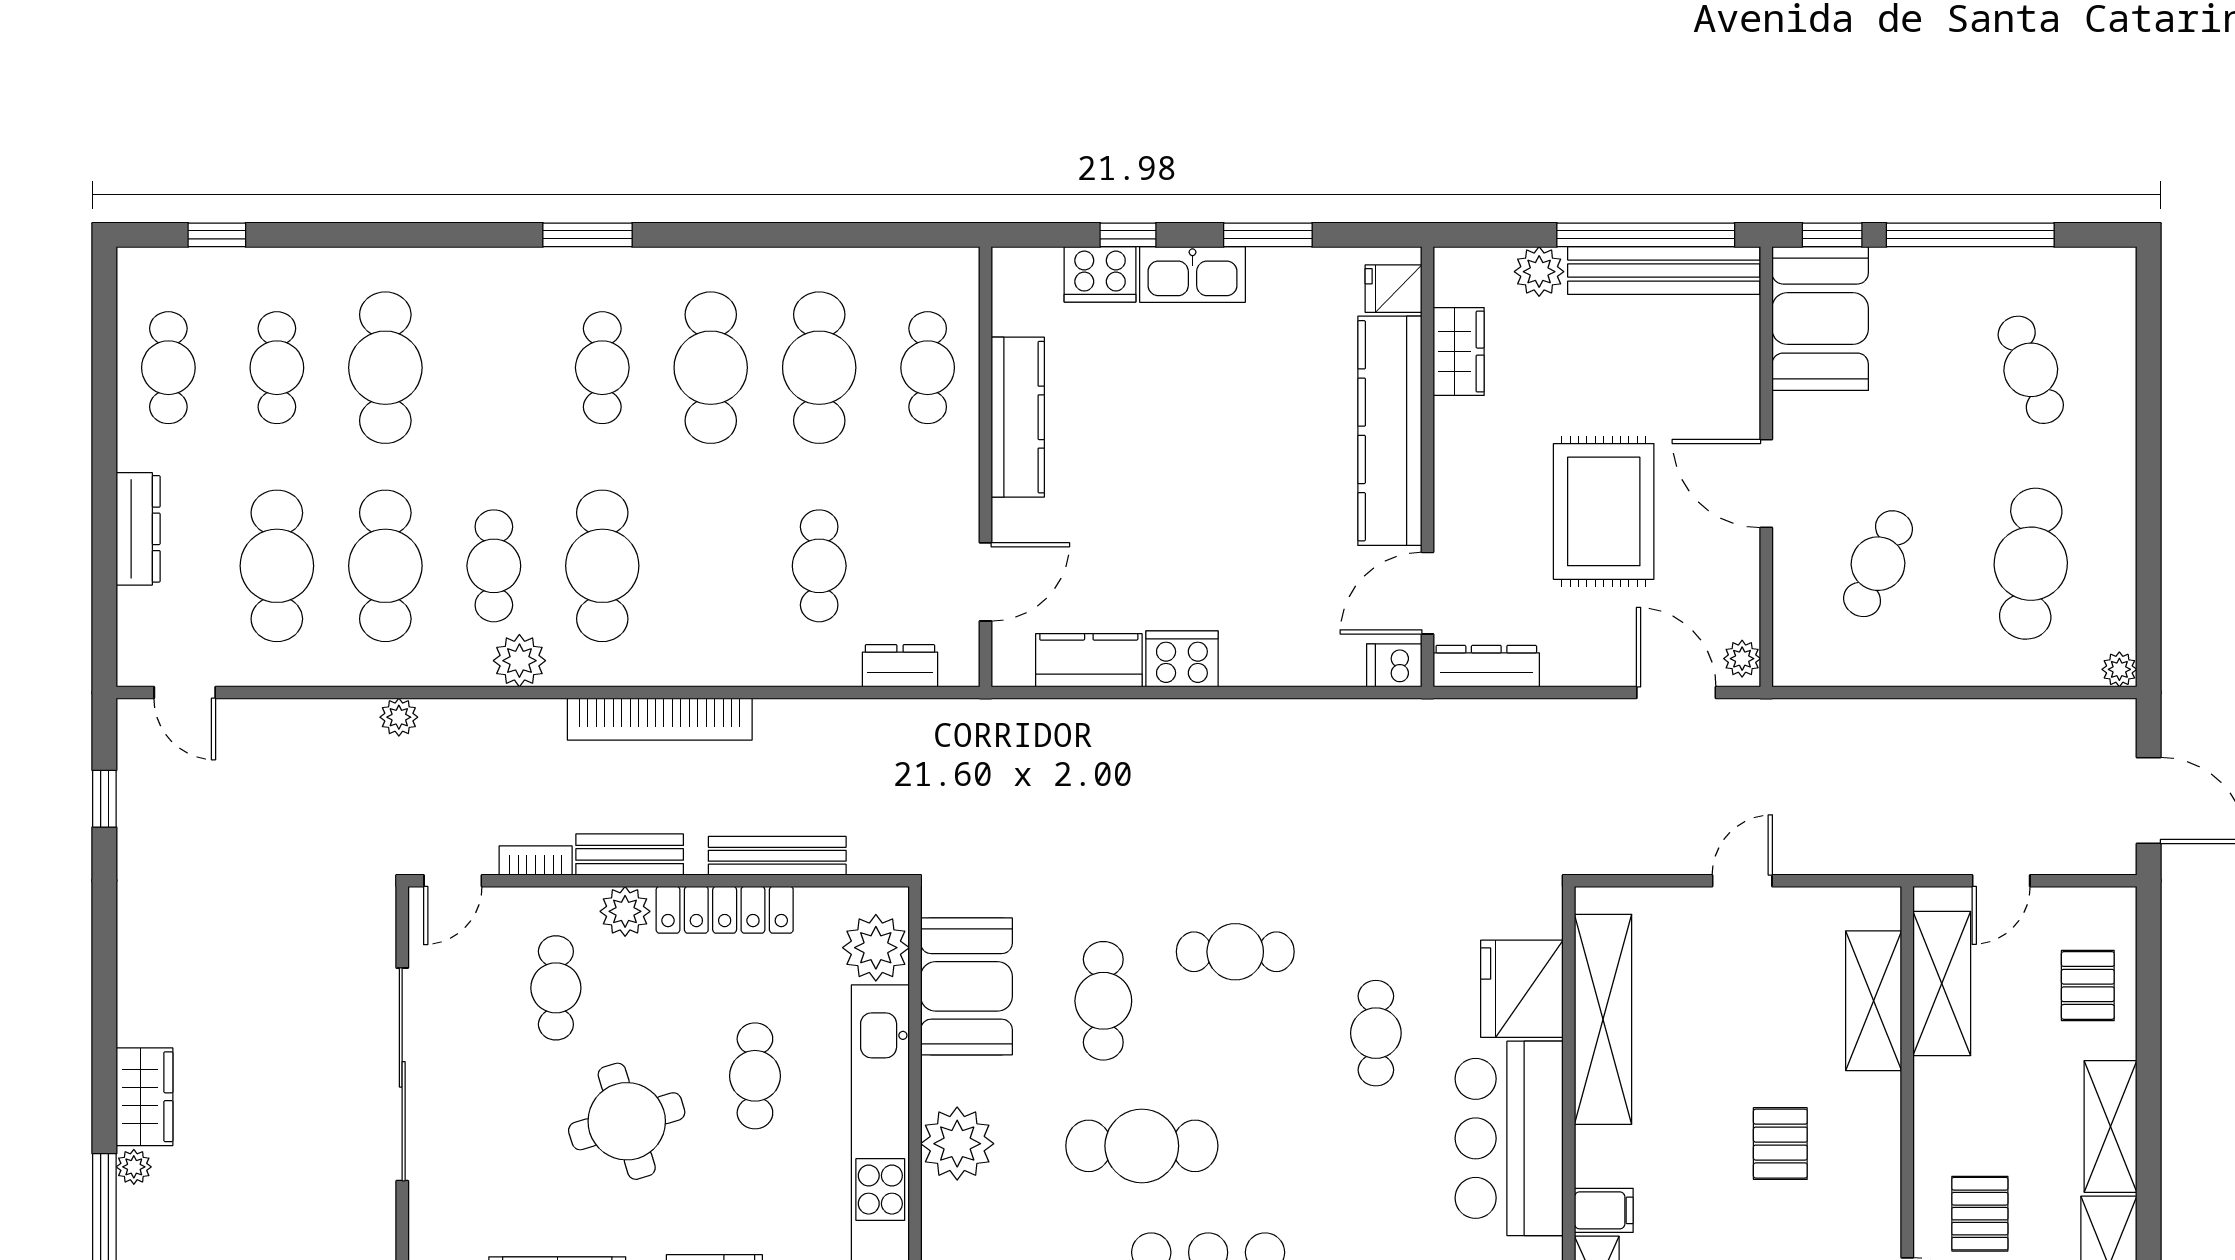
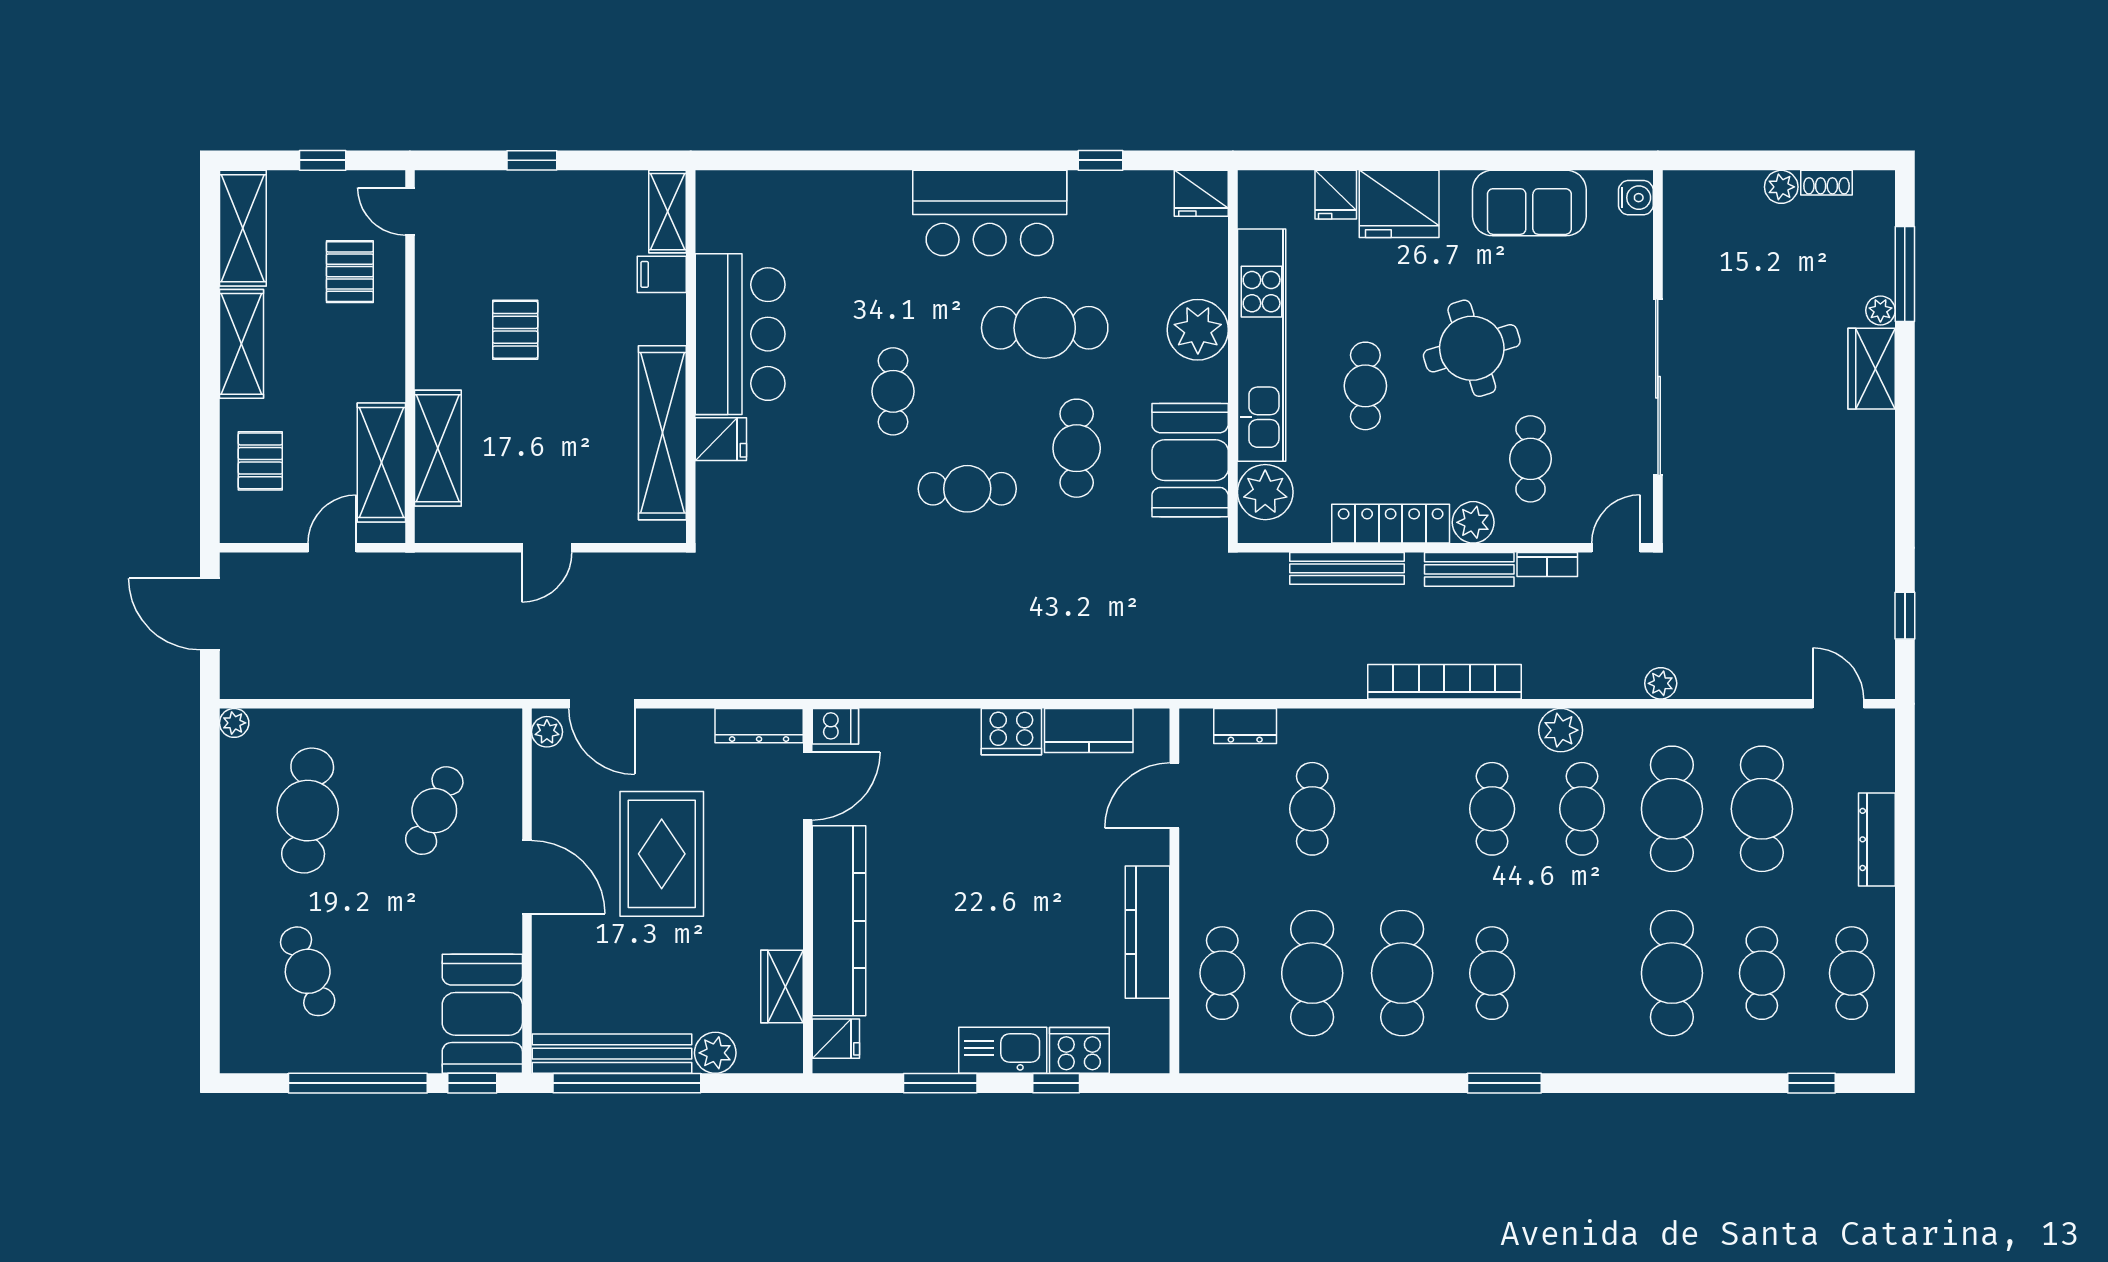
cafe table: (602, 566) -> (1492, 809), width x0.73, depth x0.74
fridge: (1522, 989) -> (721, 439), width x0.53, depth x0.75
cafe table: (1376, 1033) -> (893, 391), moved

